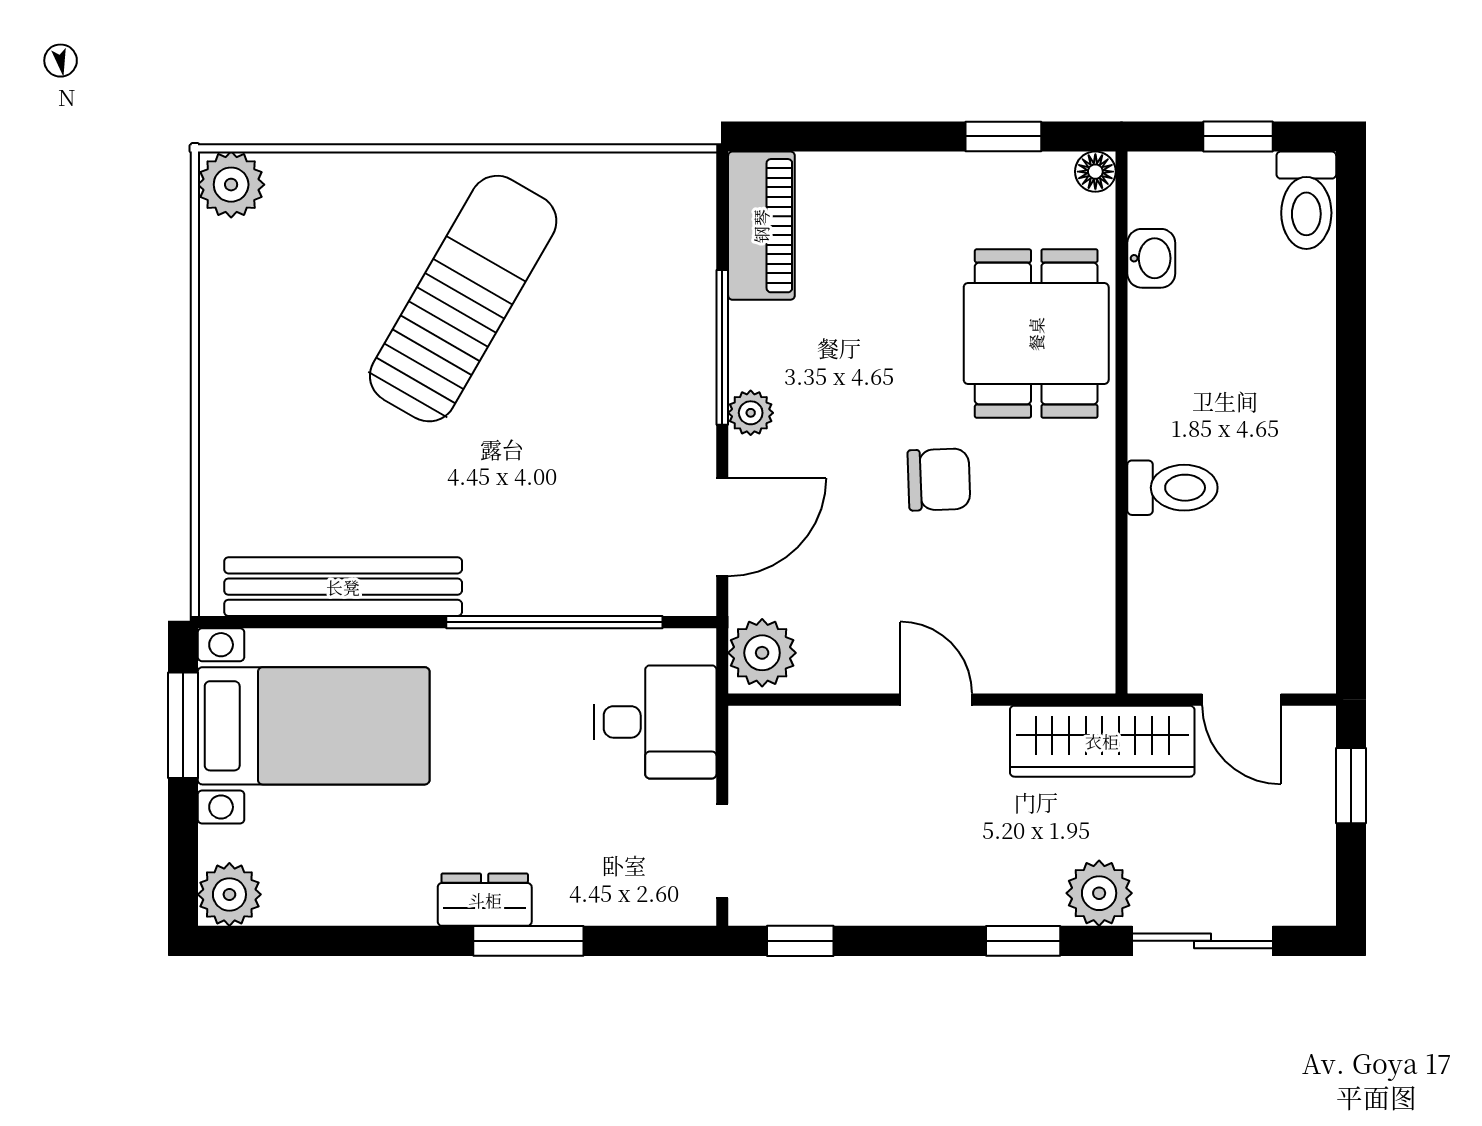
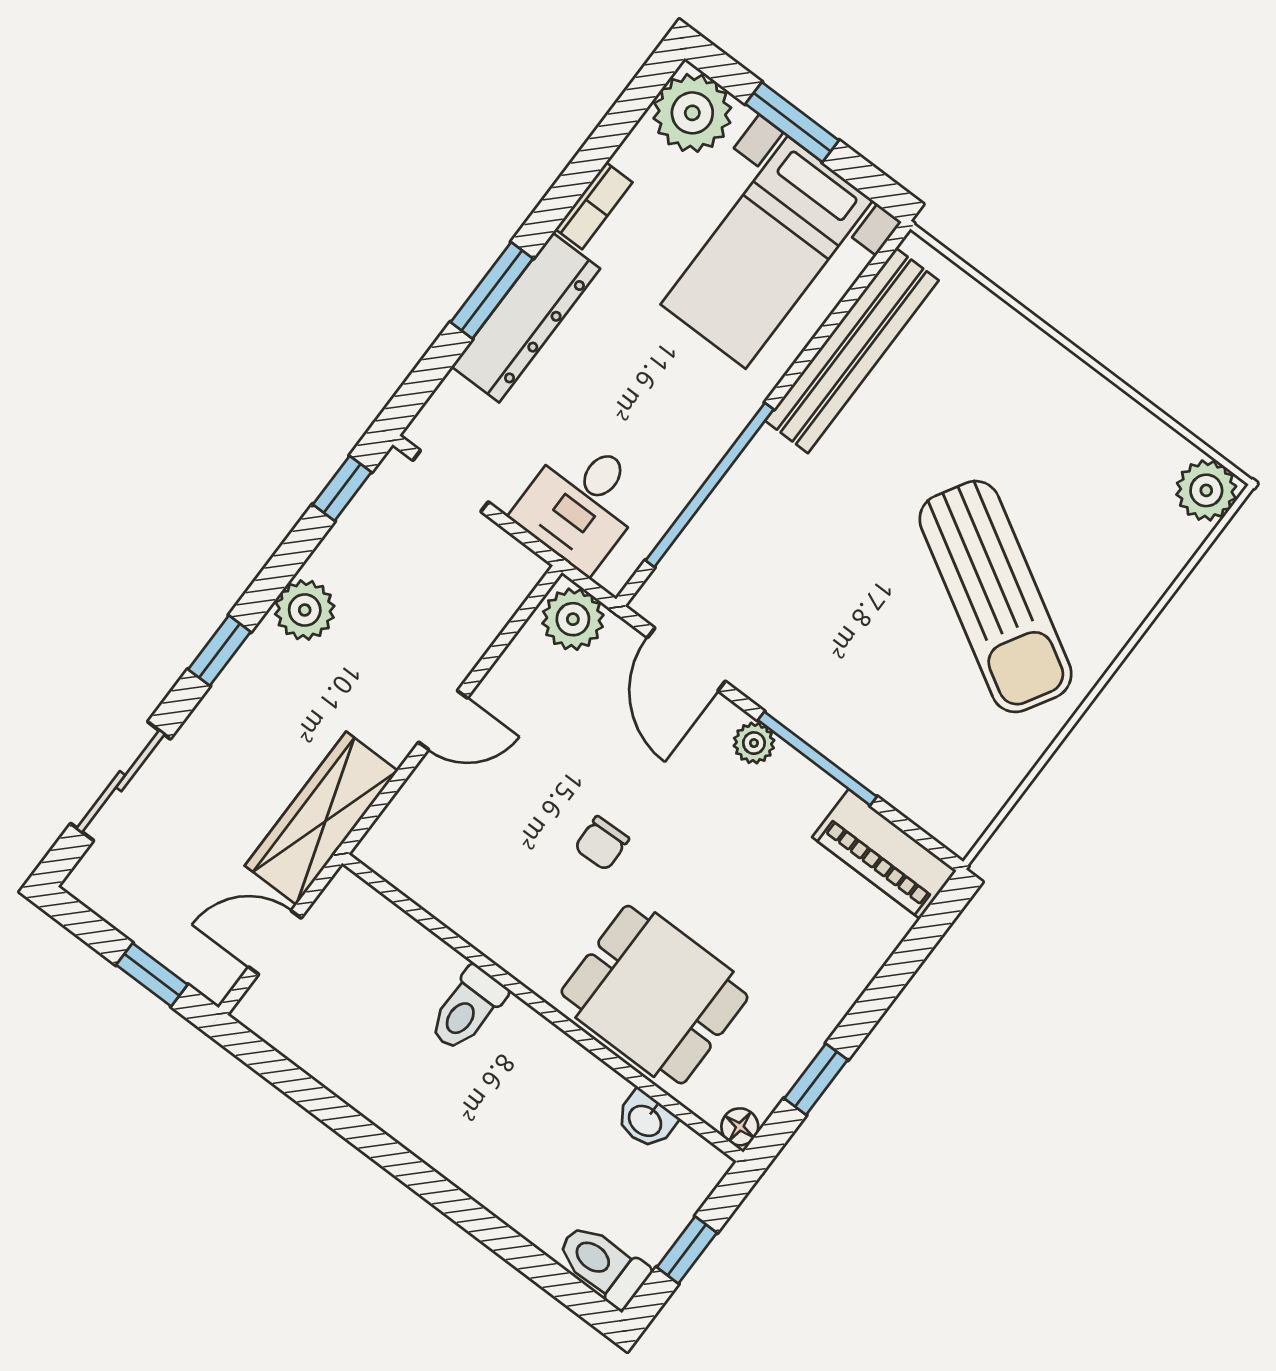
chair: (939, 479) -> (602, 843), width x0.73, depth x0.73
window: (183, 725) -> (792, 122), moved
plant: (1099, 893) -> (305, 610), moved
plant: (229, 894) -> (692, 113), width x1.36, depth x1.36
dresser: (485, 900) -> (526, 318), width x1.96, depth x1.24
bookcase: (387, 908) -> (594, 206), added

